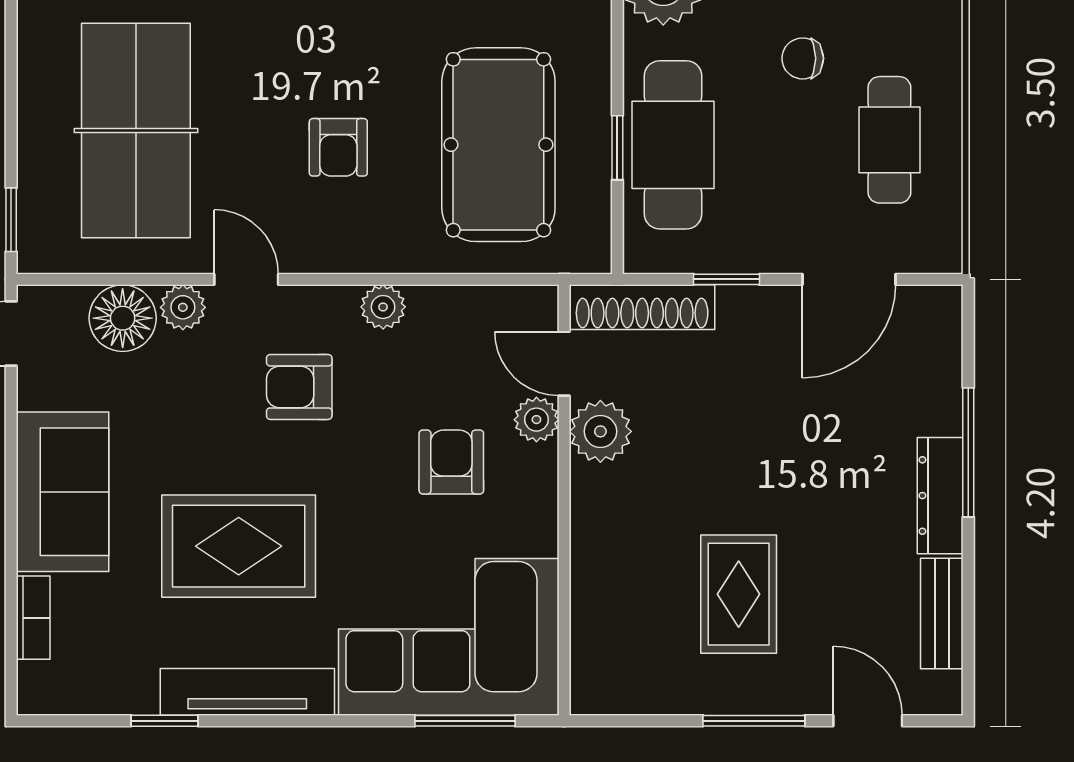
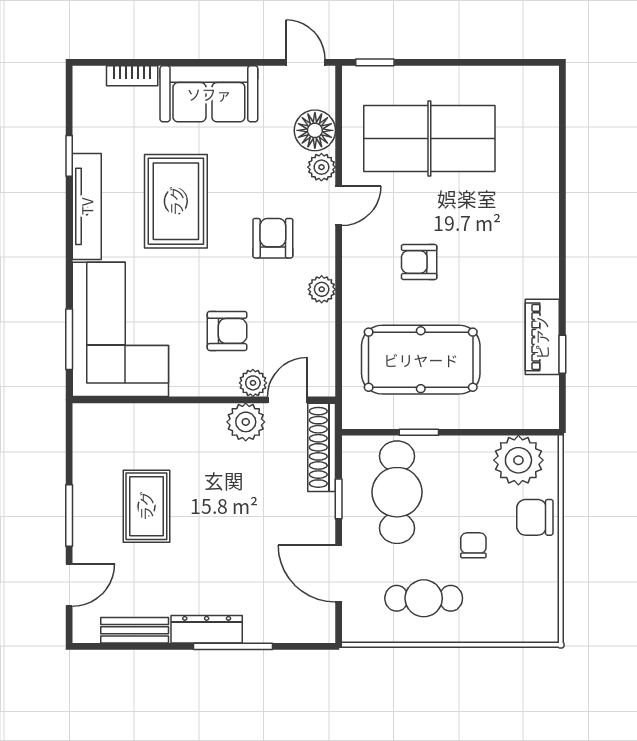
cafe table: (673, 145) -> (397, 492), moved, turned 90
rug: (739, 594) -> (146, 506), turned 90

